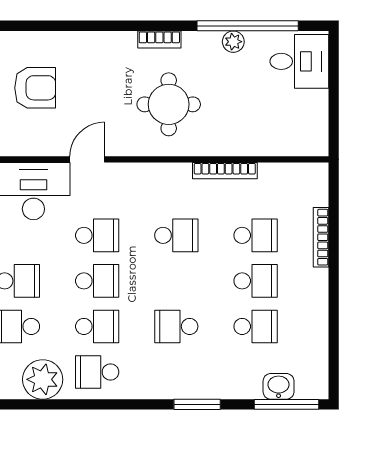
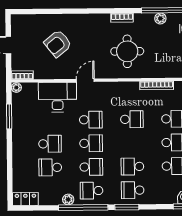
armchair: (35, 88) -> (58, 43), turned 141
school desk: (176, 372) -> (133, 190), added
plant: (43, 379) -> (68, 199), width x0.53, depth x0.53
window: (81, 404) -> (83, 207), added
window: (197, 404) -> (127, 207), moved

